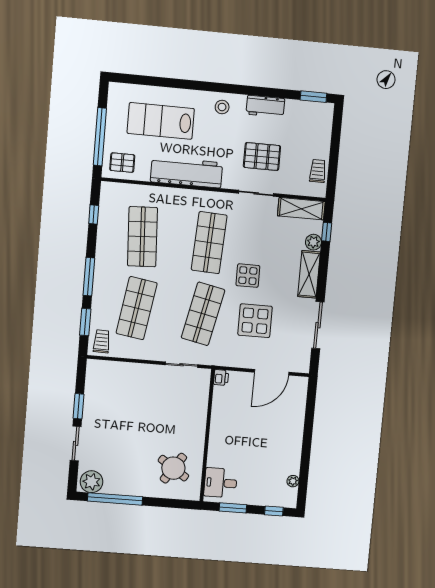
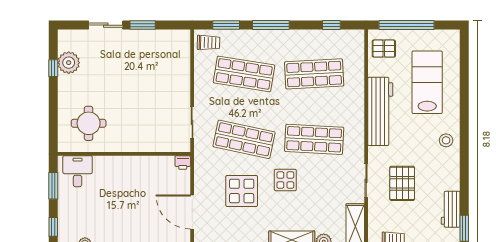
workbench: (265, 106) -> (451, 209), moved
pallet: (122, 163) -> (384, 49), turned 90
round table: (173, 468) -> (89, 123), turned -34
plant: (92, 482) -> (69, 63), moved
window: (115, 499) -> (53, 68), width x0.32

